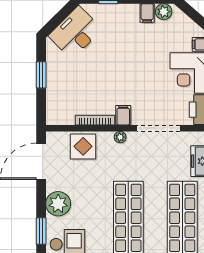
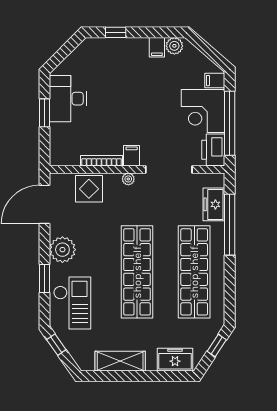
desk: (75, 33) -> (68, 99), moved, turned -45

